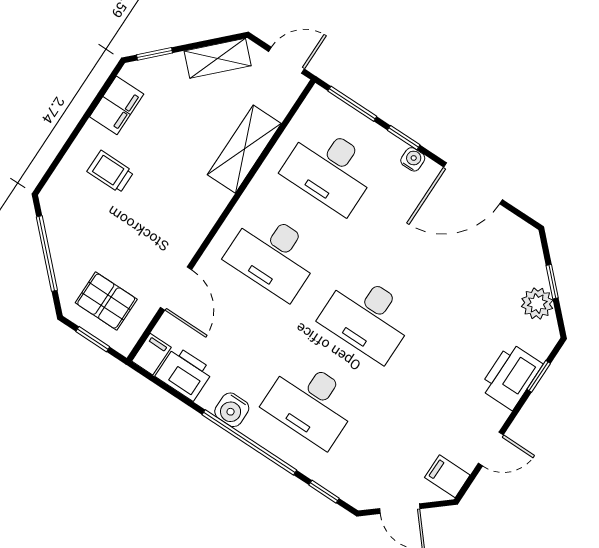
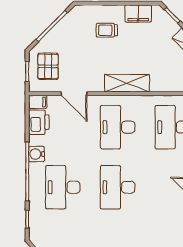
shelving: (244, 149) -> (127, 83), moved
trolley: (110, 172) -> (107, 30), turned -90
door: (176, 289) -> (74, 94), hinge flipped

